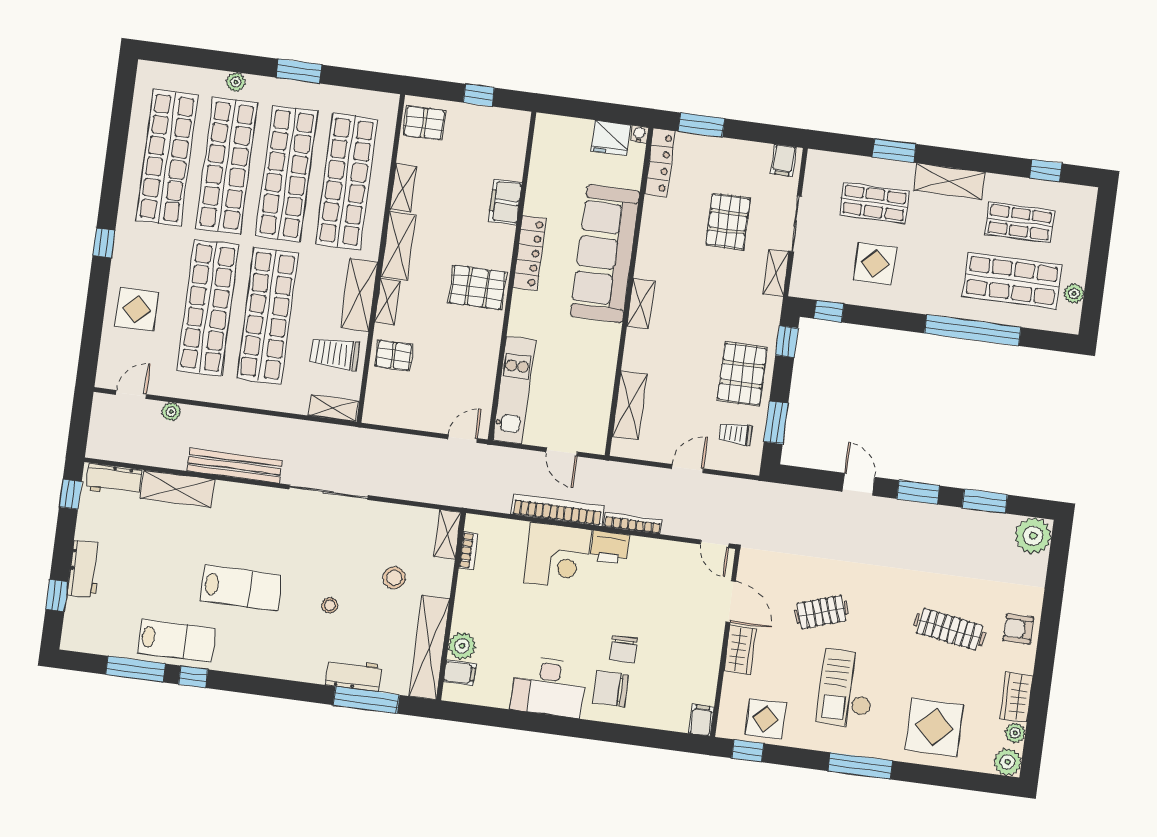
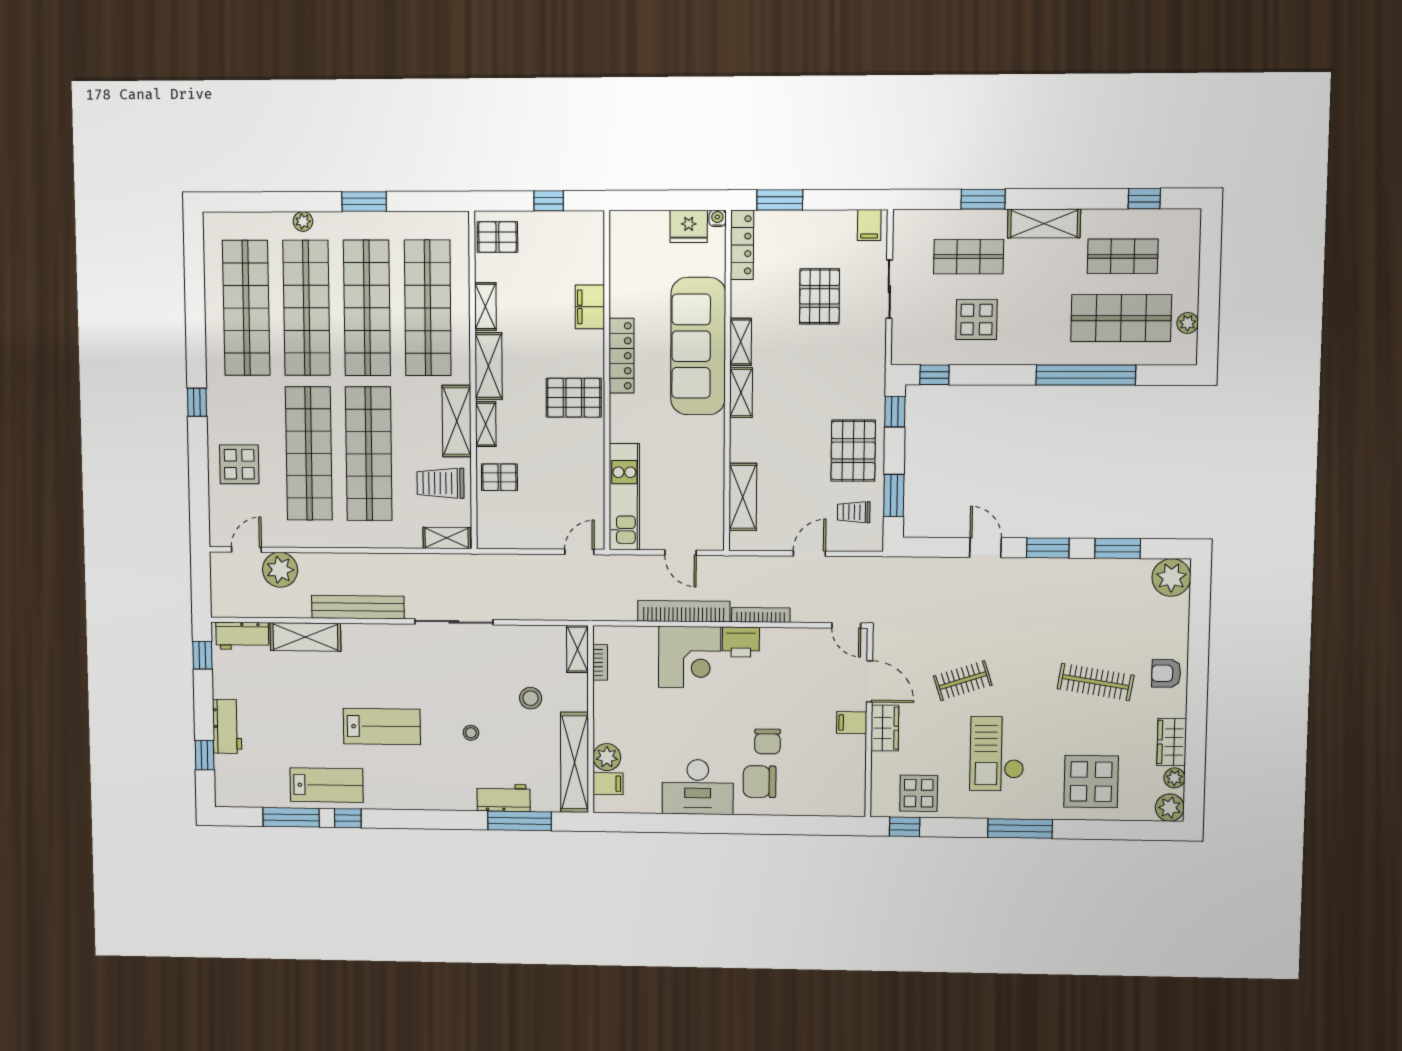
shelving: (776, 273) -> (741, 342), moved
plant: (171, 412) -> (280, 570), width x1.88, depth x1.88
filing cabinet: (701, 720) -> (852, 723), moved, turned -90

